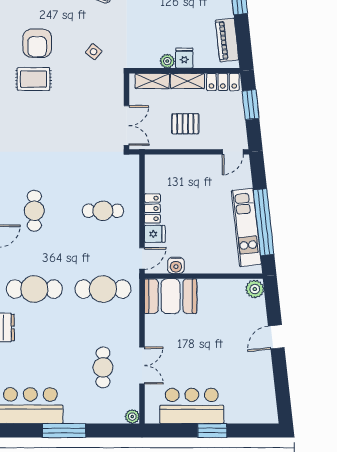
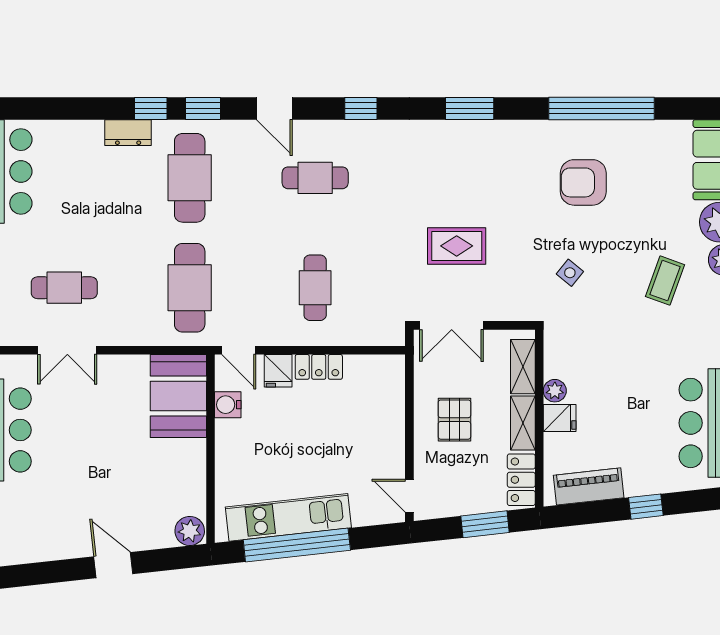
rug: (34, 79) -> (457, 246), moved, turned 90

